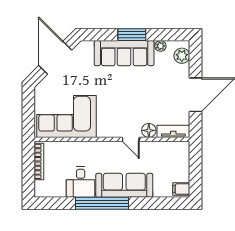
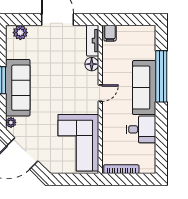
plant: (160, 46) -> (11, 122), moved
door: (131, 139) -> (100, 93), moved
filing cabinet: (181, 189) -> (110, 33), moved
window: (102, 203) -> (161, 76), moved

